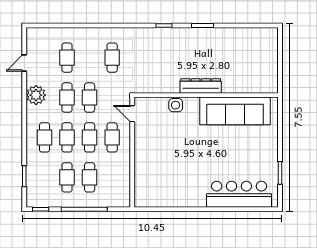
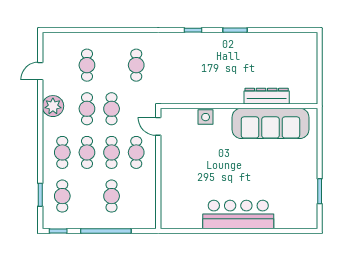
dresser: (201, 86) -> (267, 96), moved
cafe table: (67, 177) -> (62, 196), moved
bar counter: (239, 194) -> (238, 215), moved

